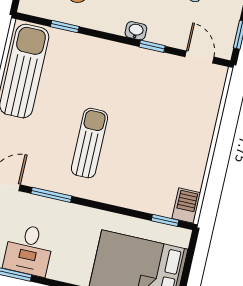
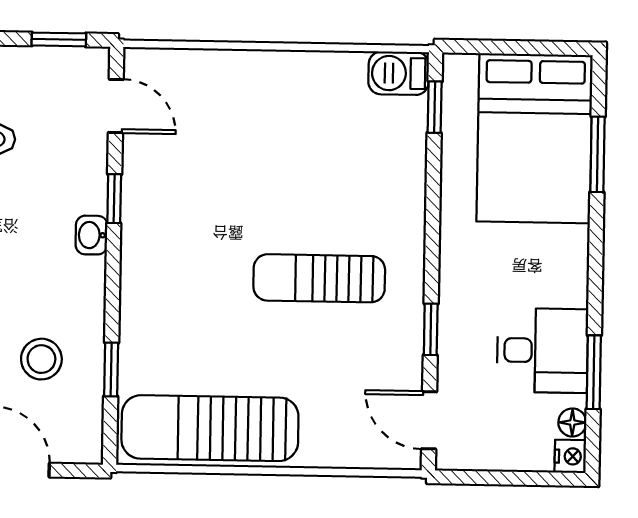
door: (200, 57) -> (116, 106), swing flipped
window: (51, 195) -> (431, 329), width x0.67

